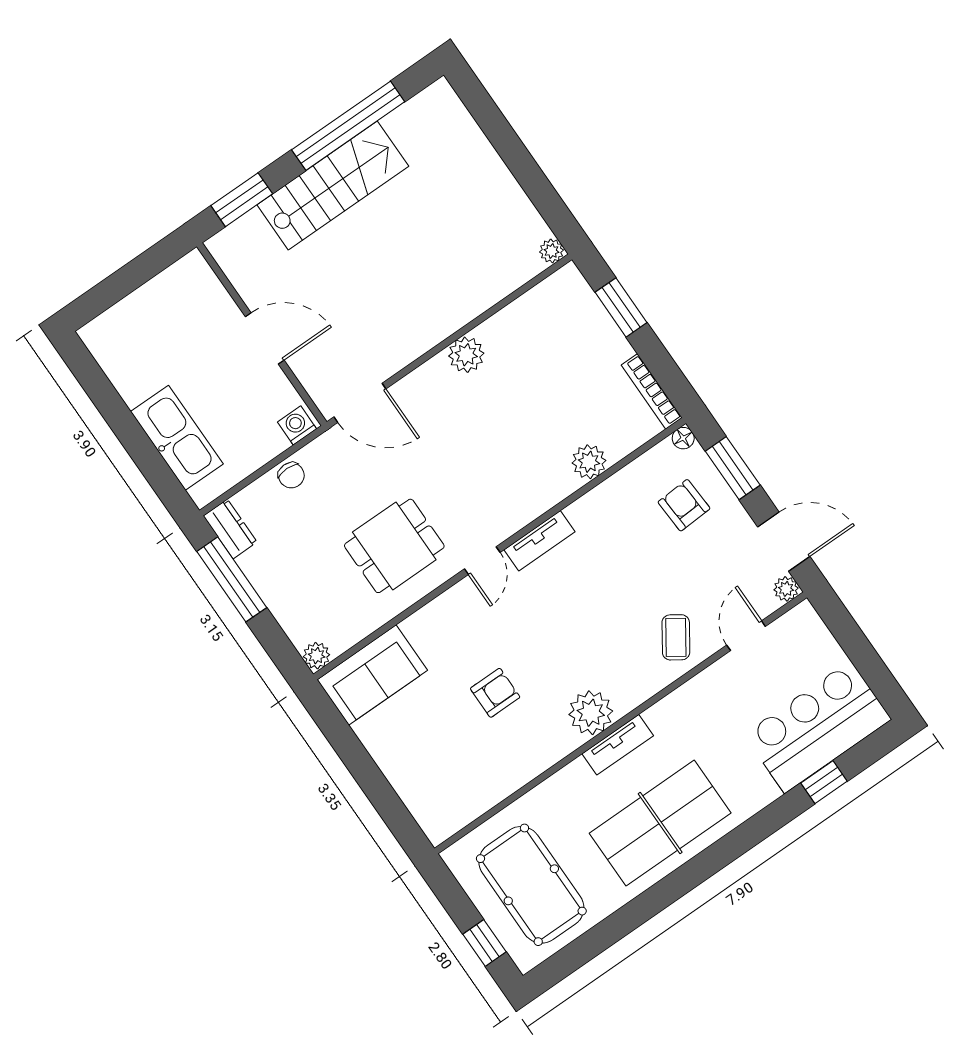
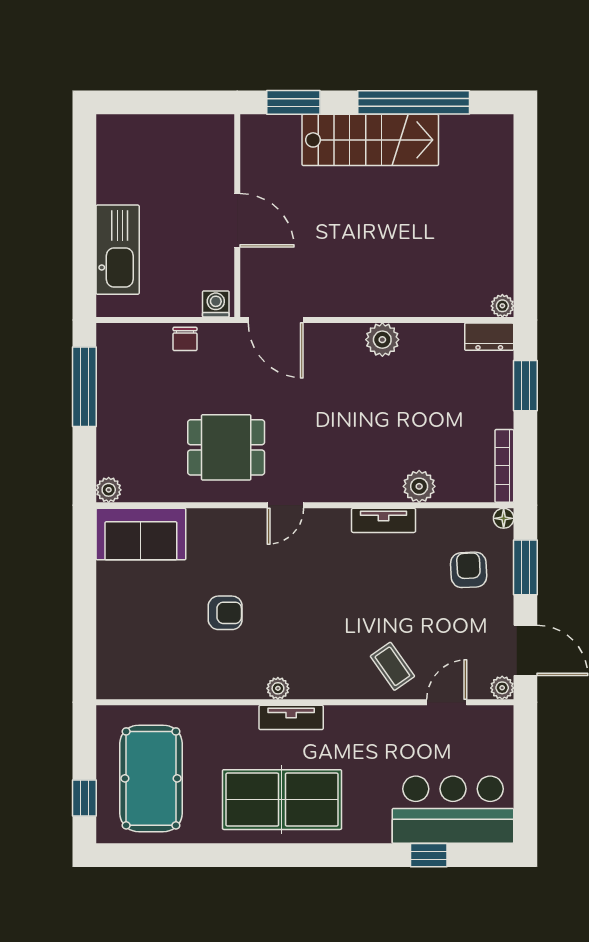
dresser: (230, 529) -> (489, 337), moved, turned 90
tv unit: (540, 541) -> (384, 520), moved
coffee table: (676, 637) -> (392, 666), turned -69
plant: (591, 713) -> (278, 688), width x0.53, depth x0.53

